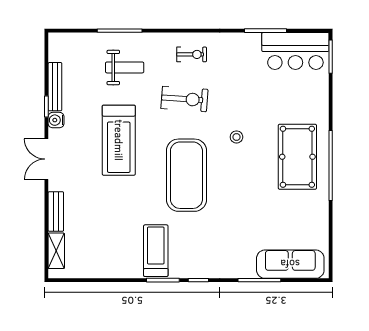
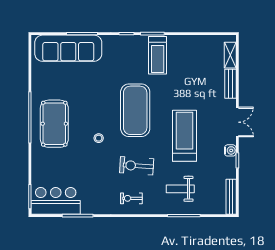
bench: (55, 87) -> (231, 197), moved
sofa: (290, 264) -> (68, 48), width x1.36, depth x1.27

